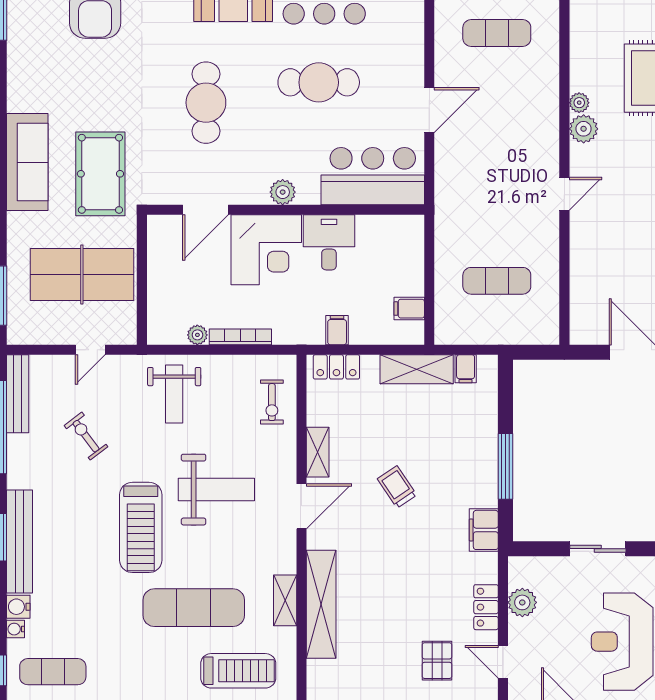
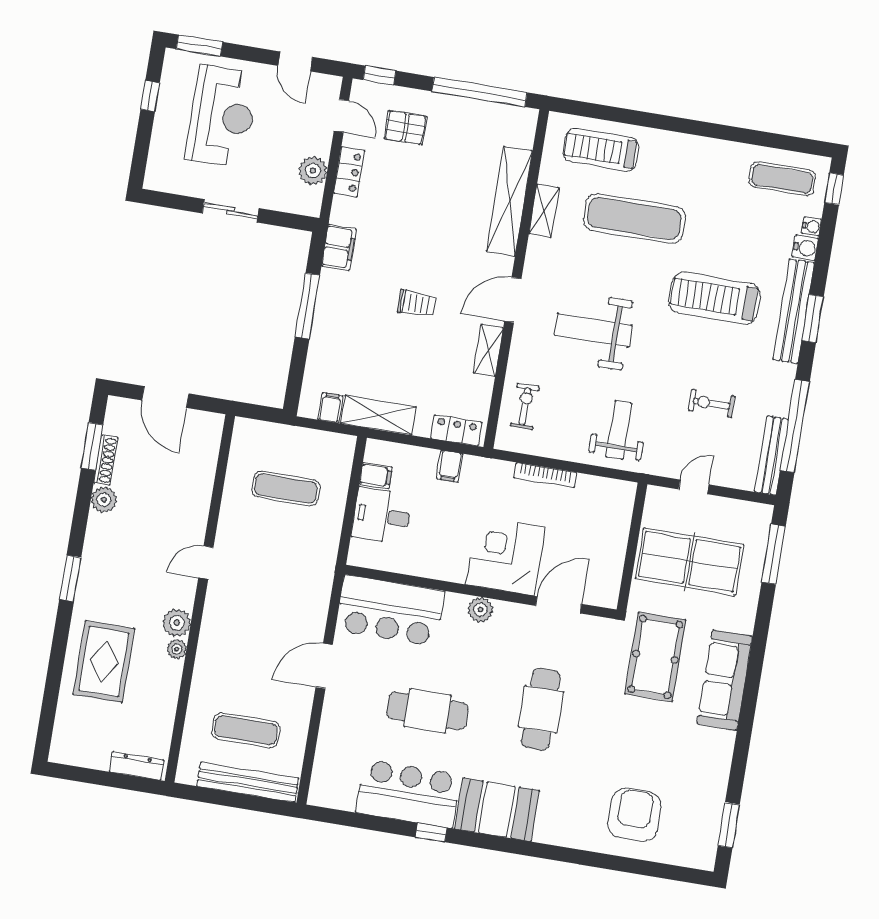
desk: (329, 242) -> (382, 516), moved, turned 90
plant: (197, 335) -> (587, 484), removed
exercise bike: (86, 436) -> (712, 403), turned 127
trolley: (397, 487) -> (416, 304), turned -56
treadmill: (141, 527) -> (715, 298), moved, turned -90
pallet: (437, 661) -> (406, 128), turned 90

